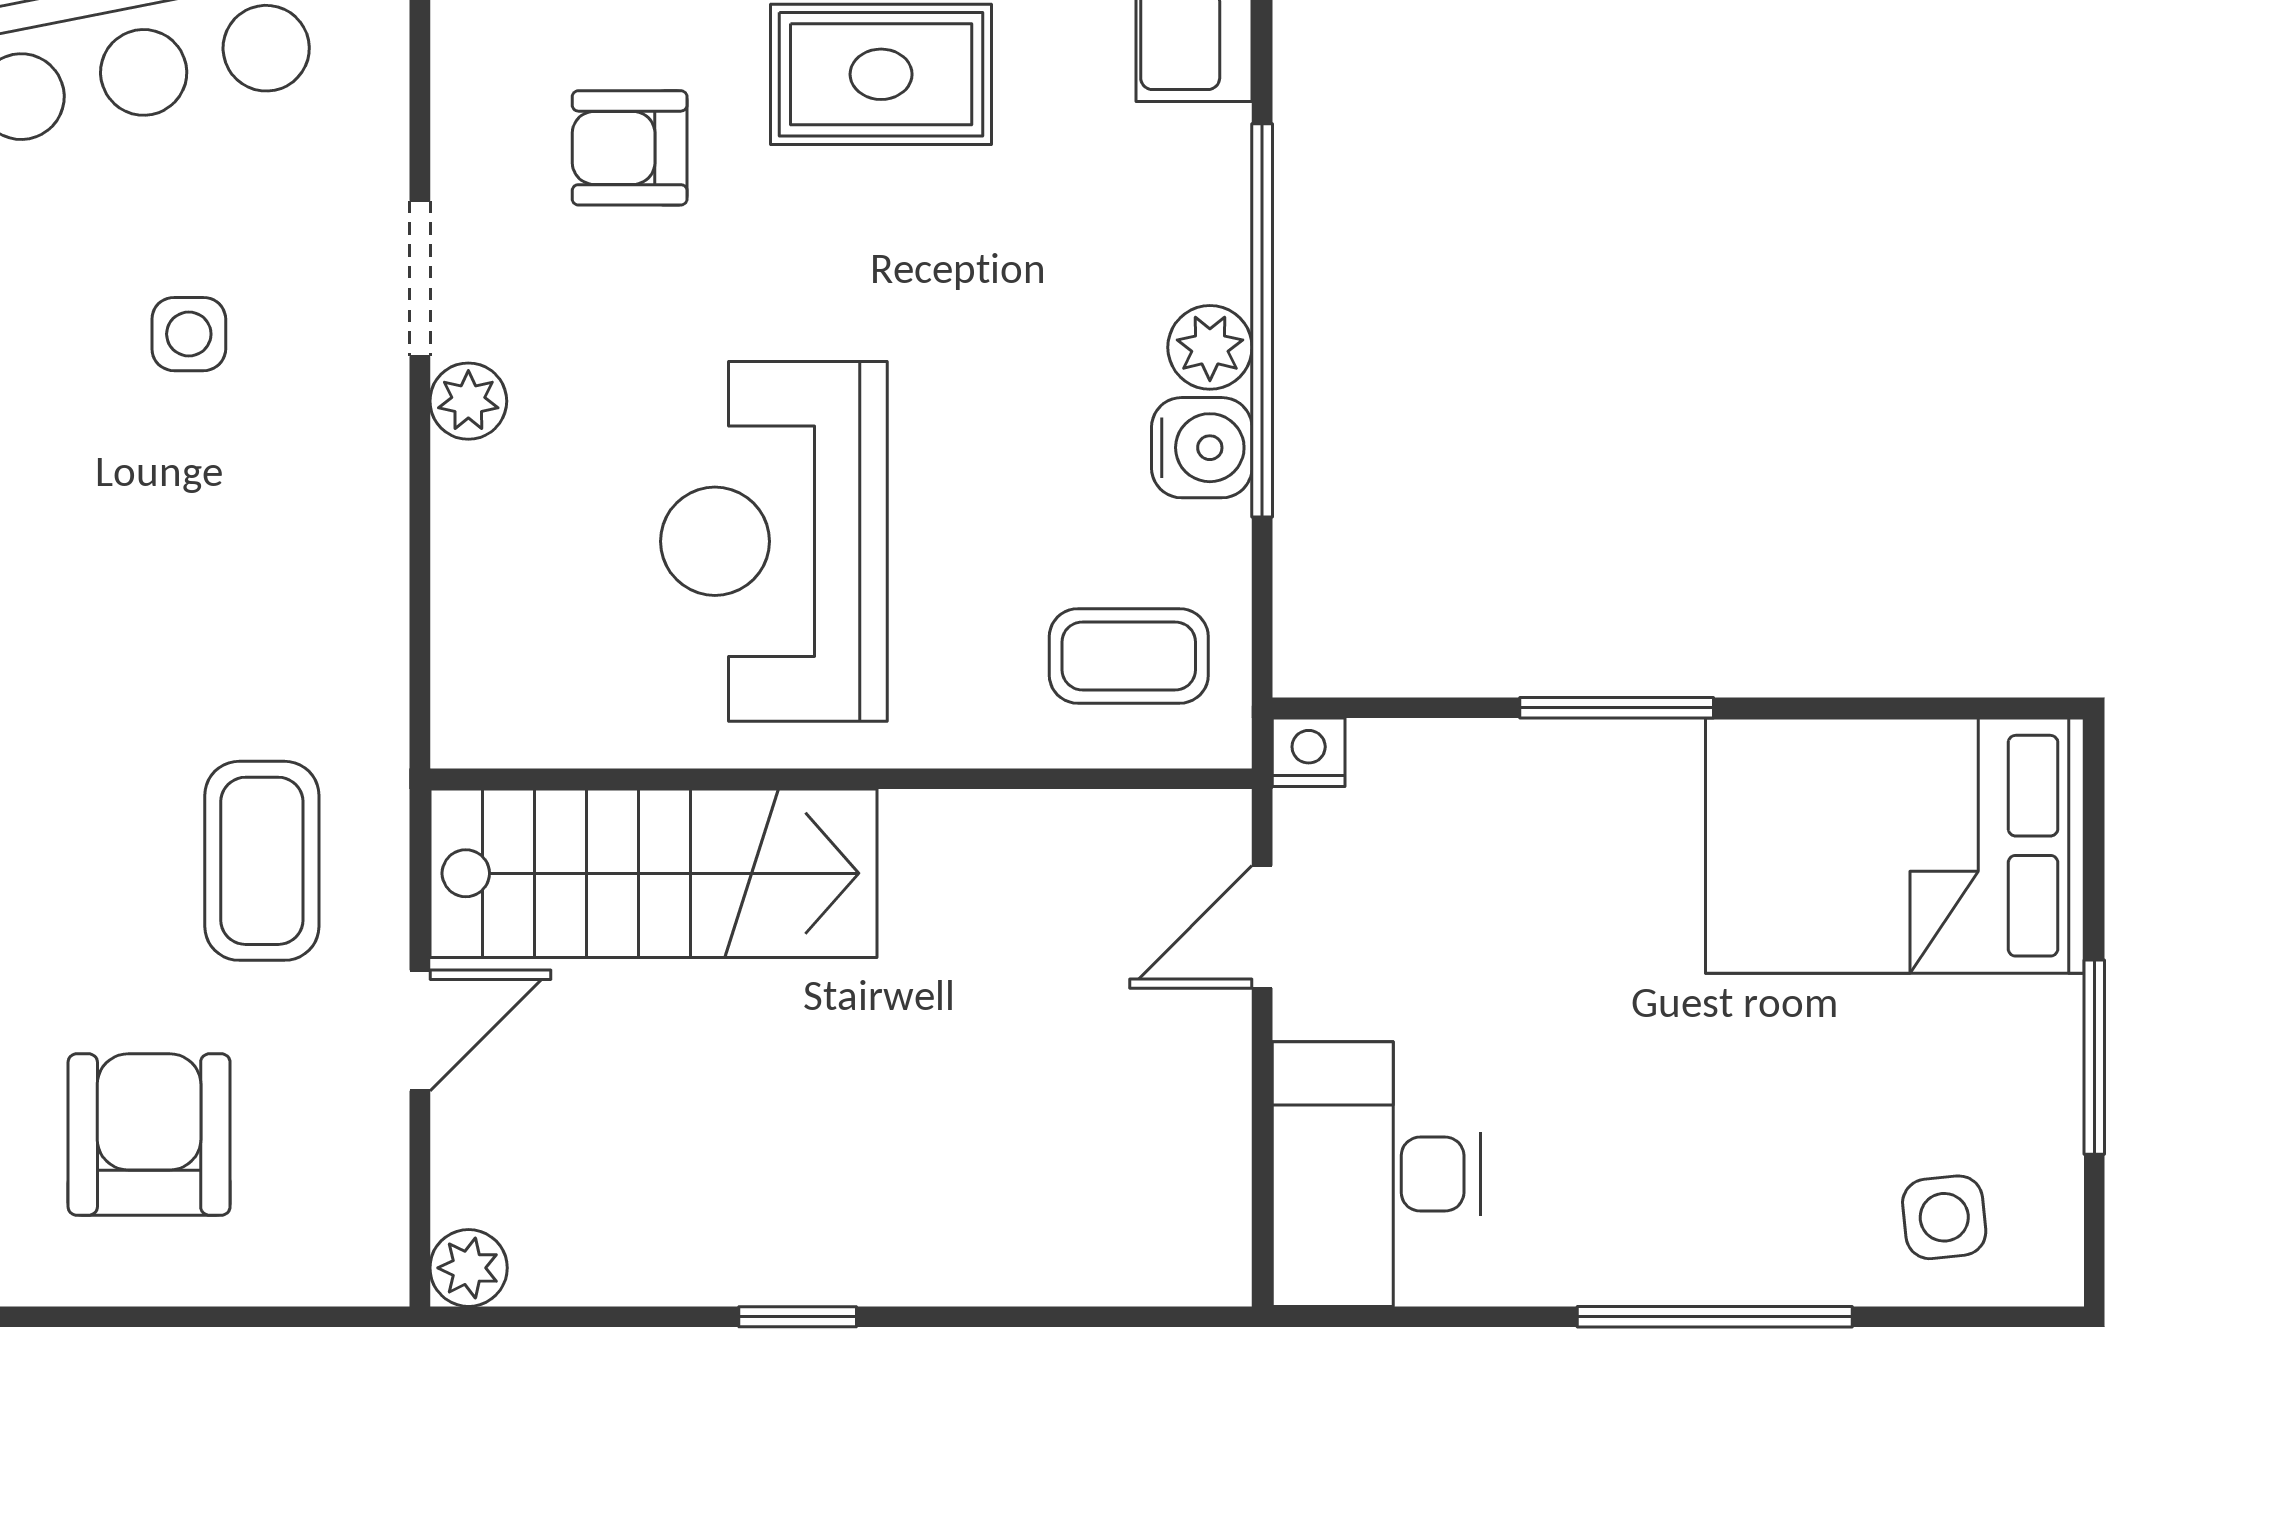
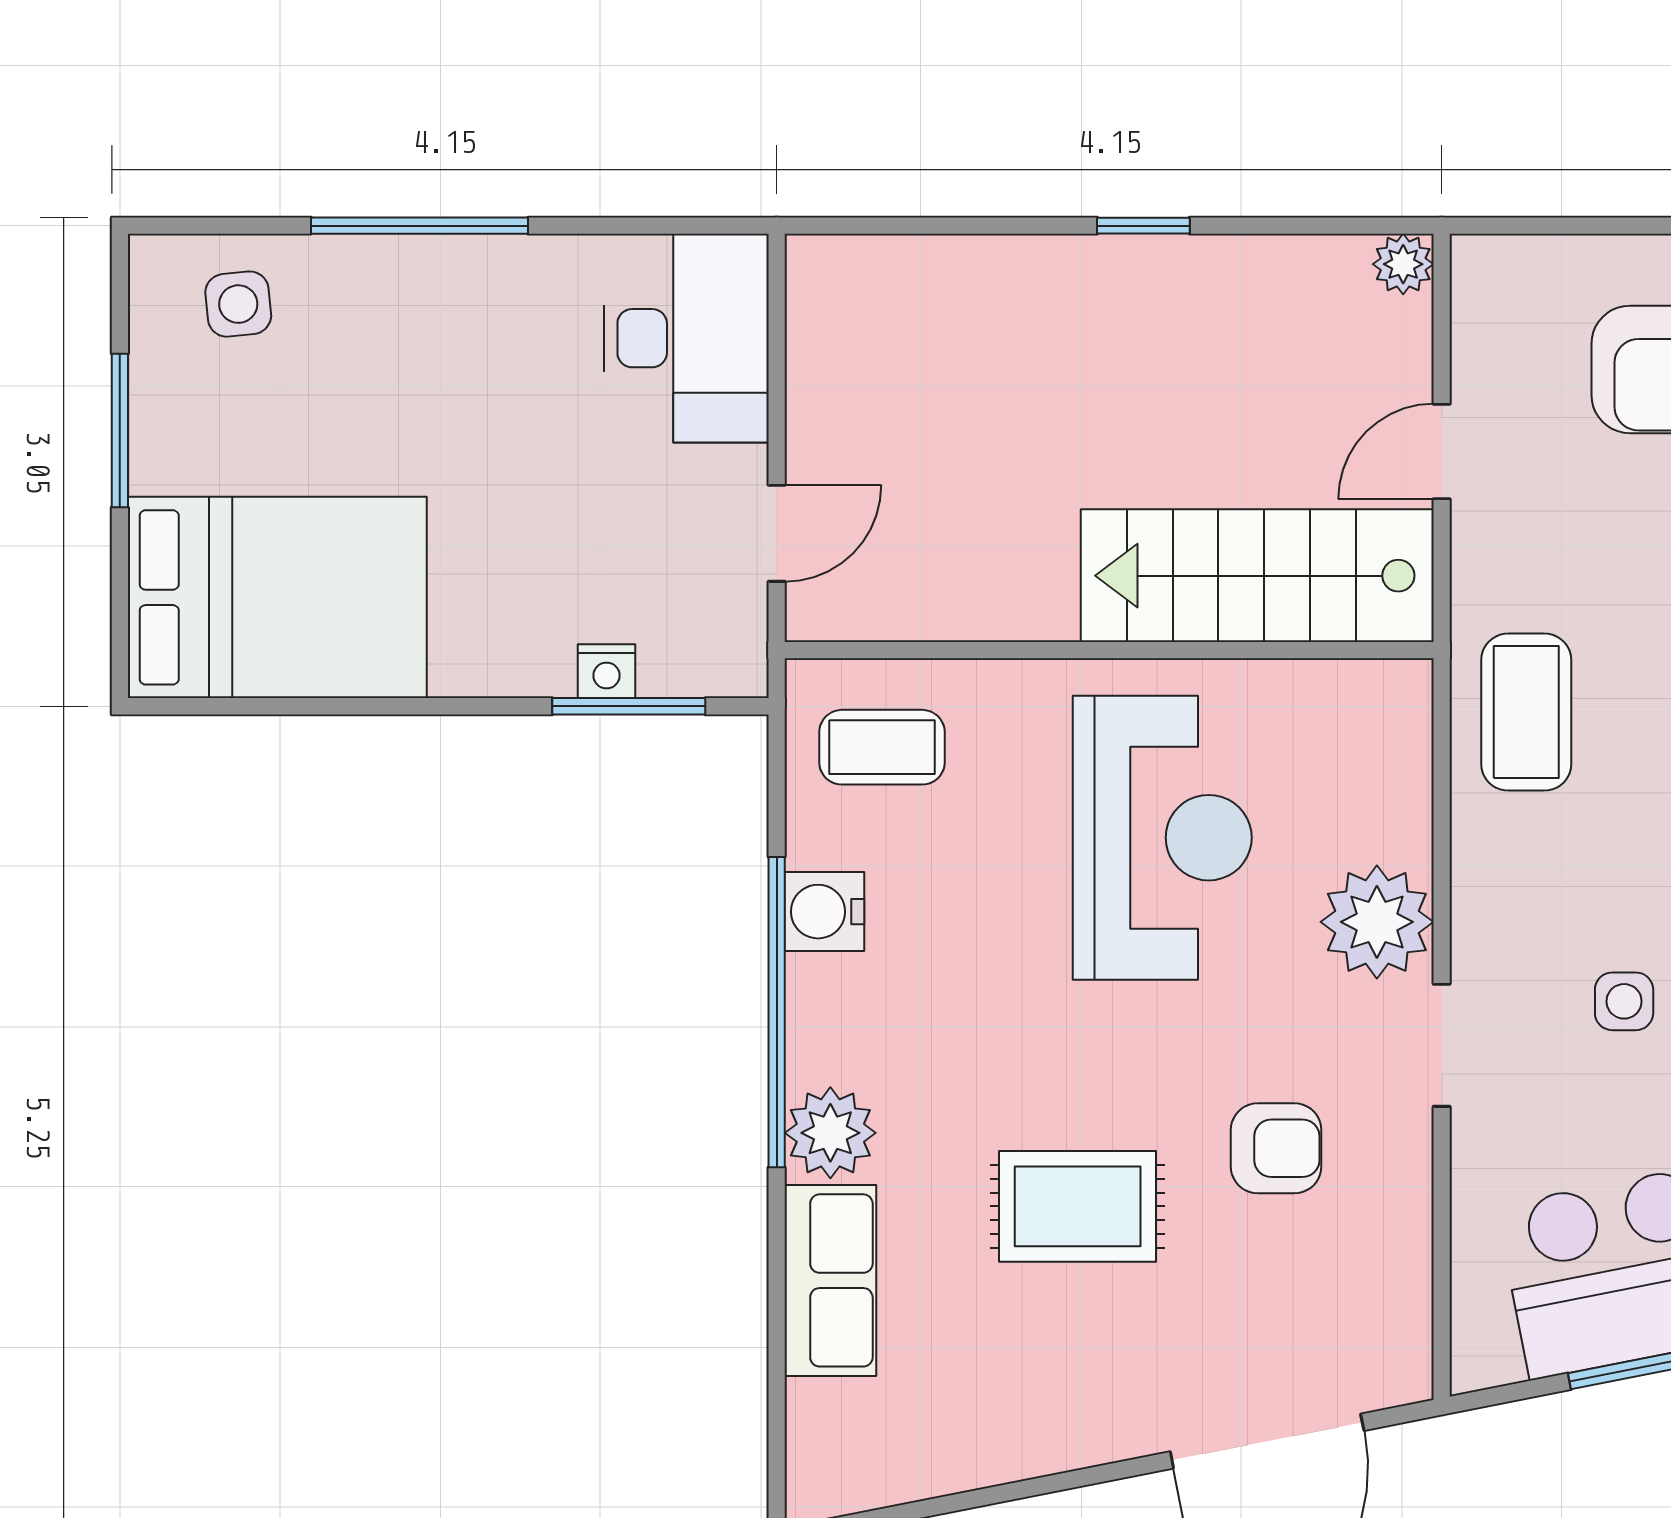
plant: (1210, 347) -> (830, 1133), moved, width x1.38, depth x1.38
plant: (468, 401) -> (1377, 922), width x1.87, depth x1.87
window: (1617, 708) -> (629, 706), moved
nightstand: (1309, 752) -> (606, 671), moved
coffee table: (262, 861) -> (1526, 712), moved

